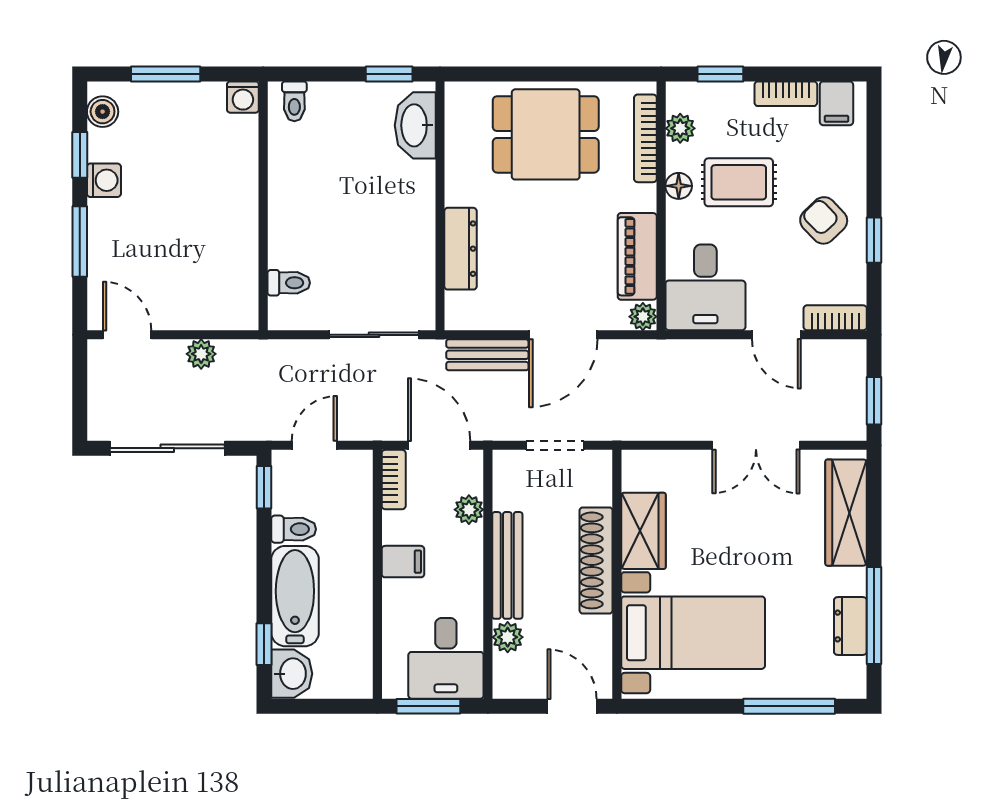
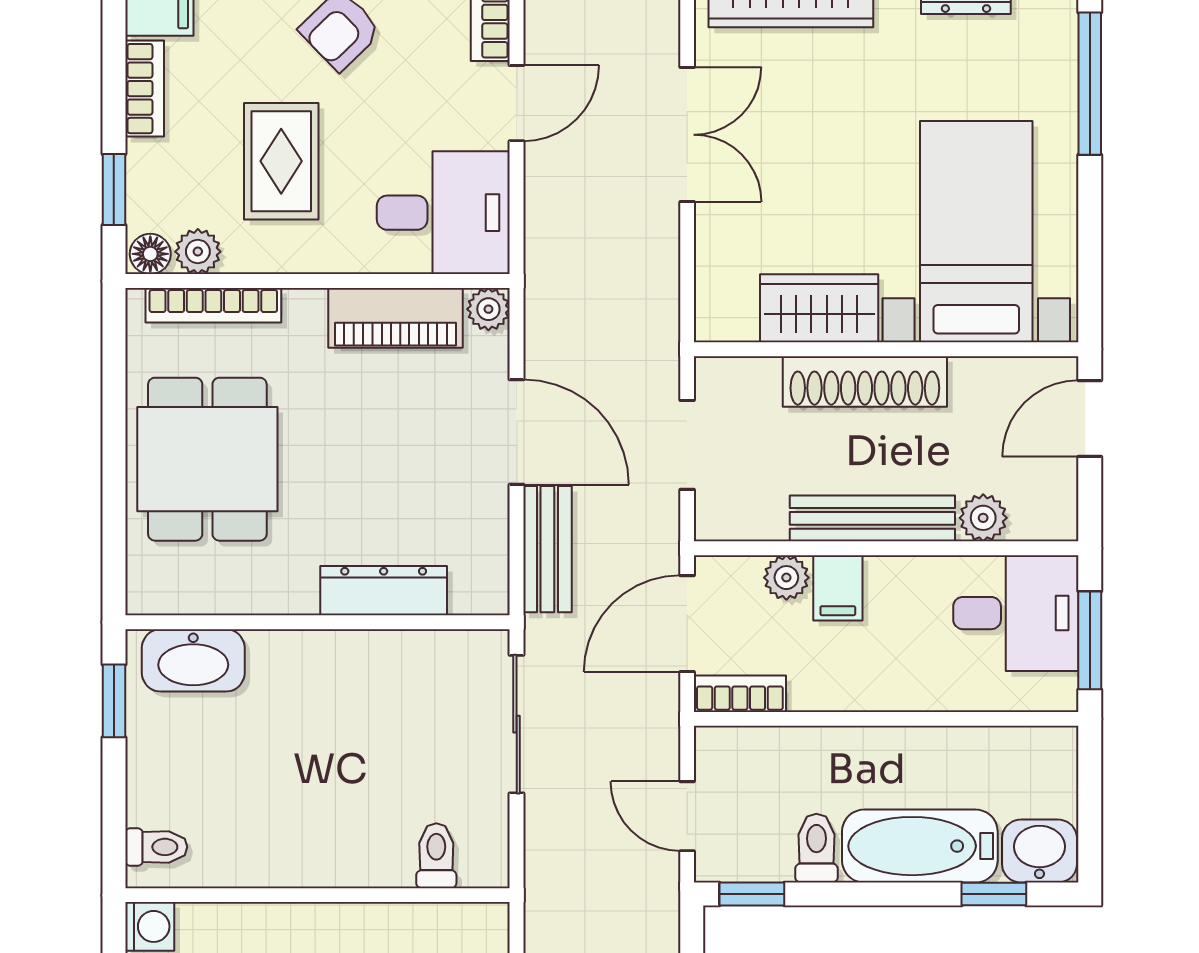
floor lamp: (679, 186) -> (150, 254), moved
filing cabinet: (403, 562) -> (838, 588), moved, turned 180

